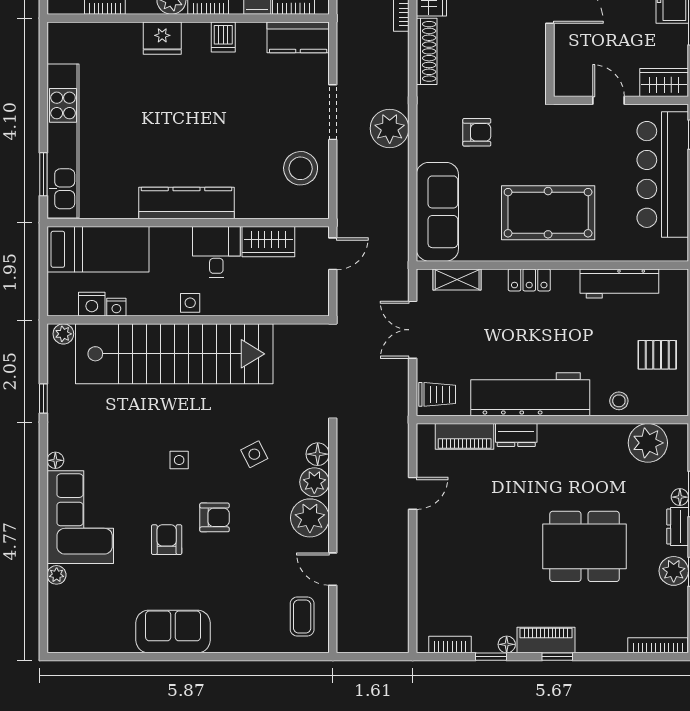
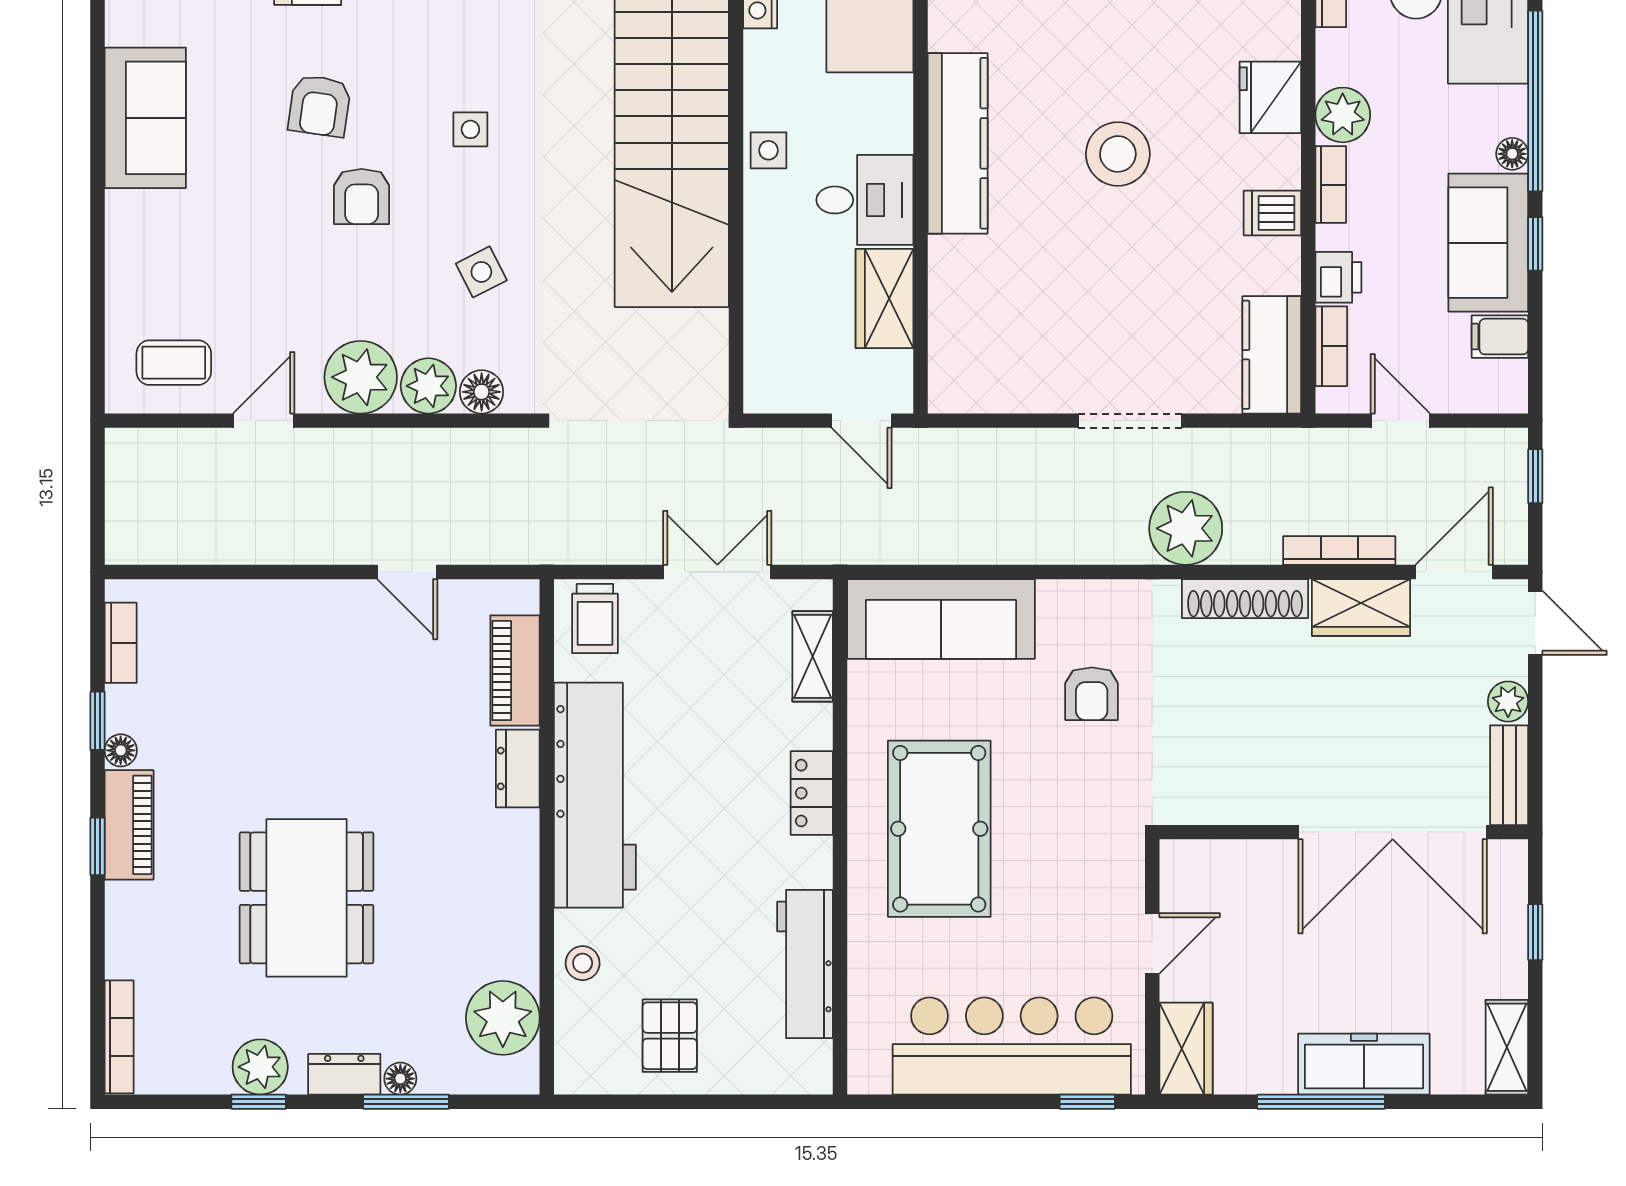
plant: (390, 128) -> (1186, 528), moved
stool: (301, 168) -> (1118, 154), moved
armchair: (167, 540) -> (319, 106), turned 98

